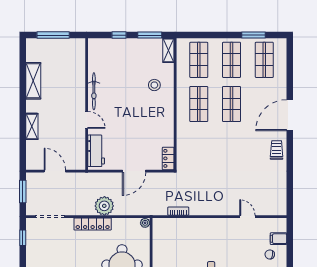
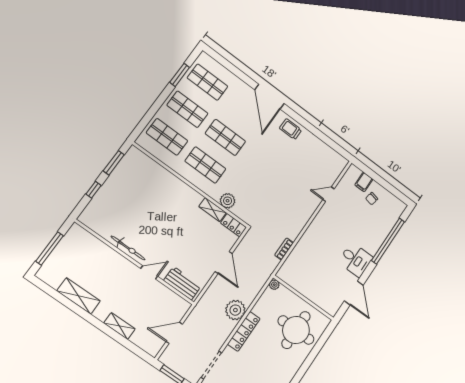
shelving: (168, 50) -> (213, 210), moved
stool: (154, 85) -> (161, 191), removed
plant: (184, 140) -> (228, 201), added

